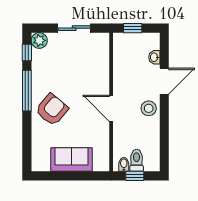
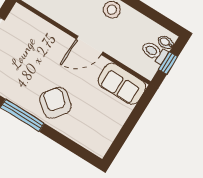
sofa: (72, 159) -> (122, 84), moved, turned -90
bidet: (124, 164) -> (166, 42), moved

